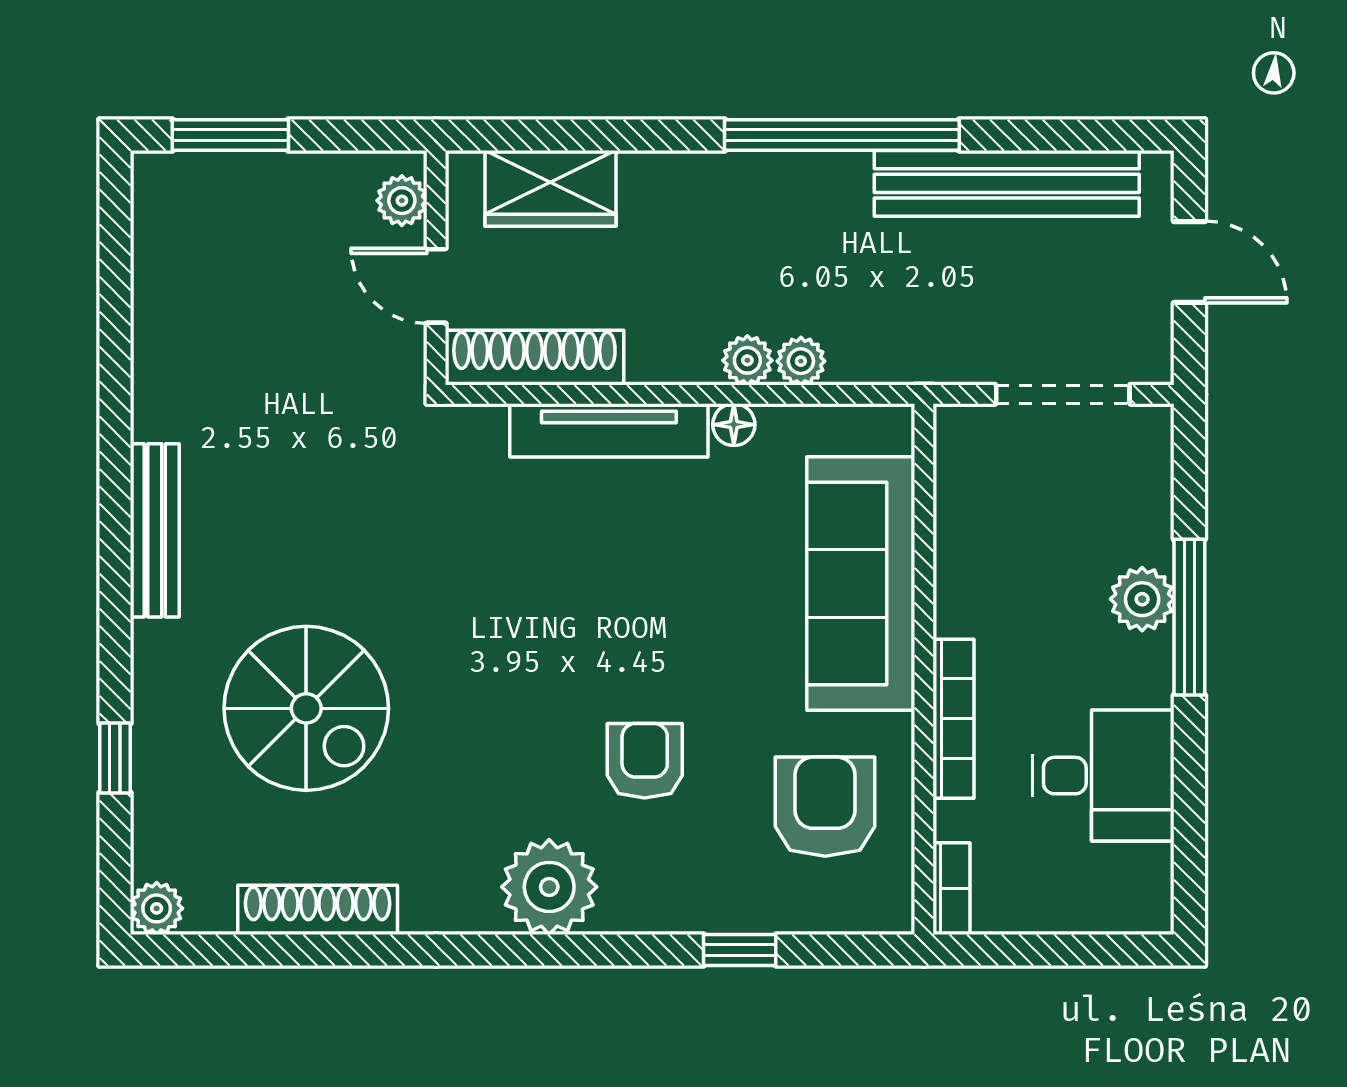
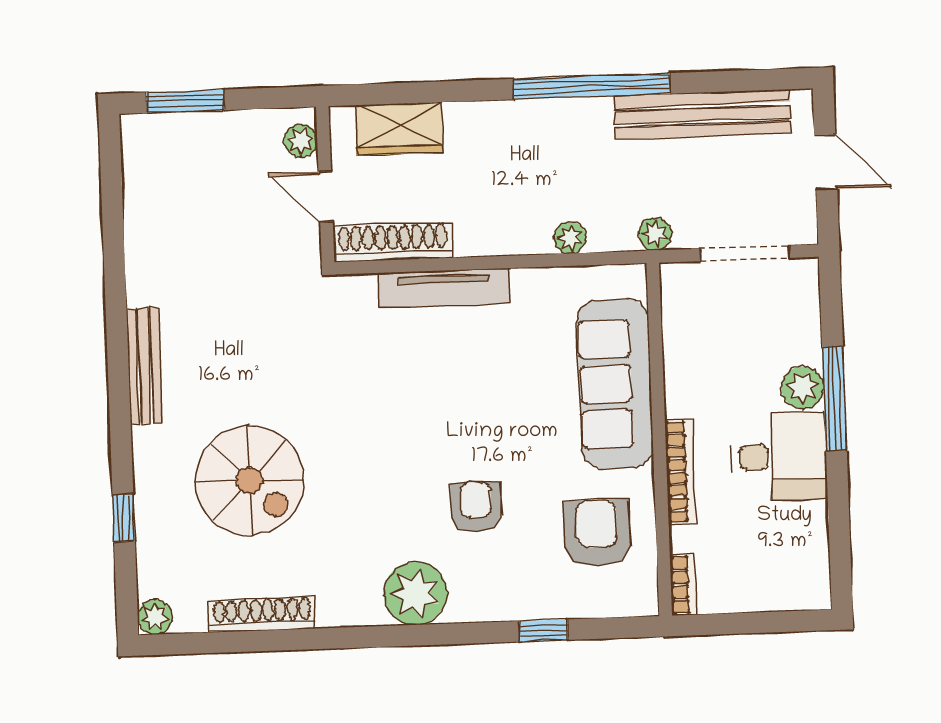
plant: (747, 360) -> (655, 234), moved
floor lamp: (734, 425) -> (527, 281), removed
desk: (1103, 776) -> (779, 457), moved

